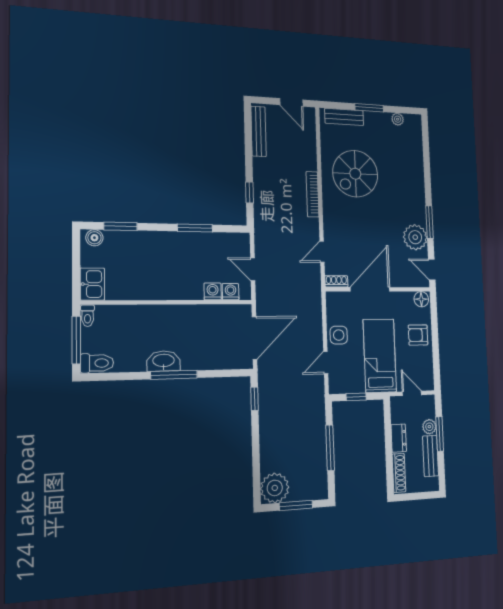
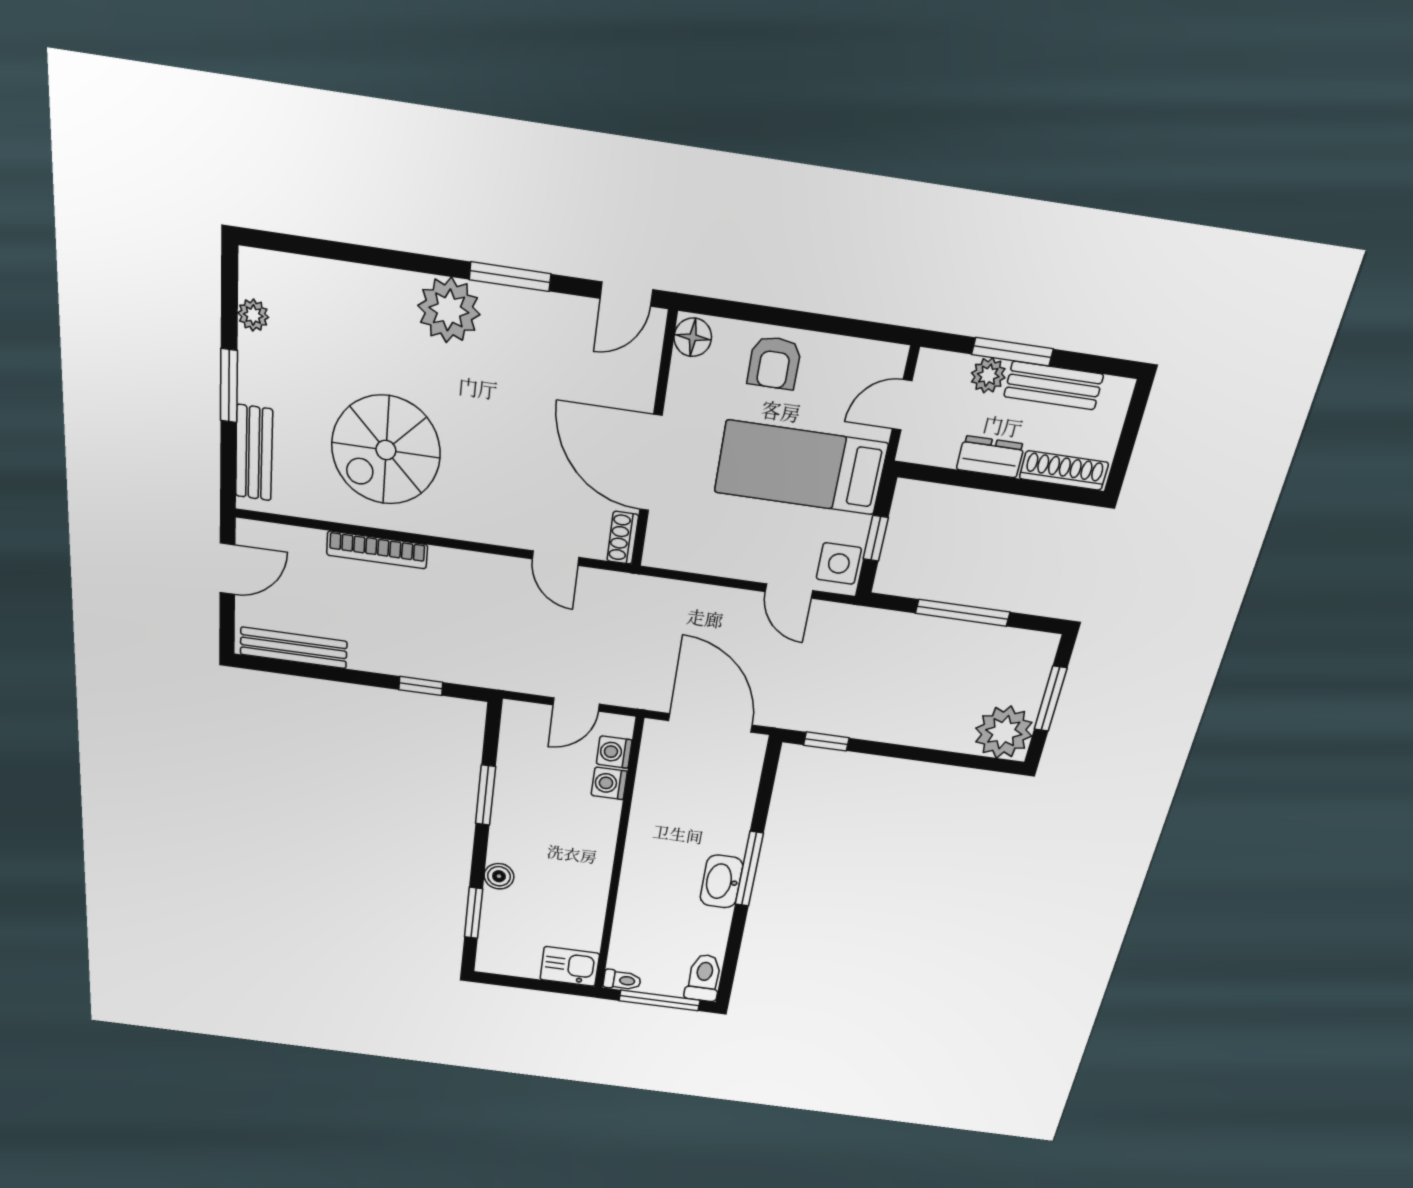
spiral stairs: (355, 174) -> (386, 450), turned 90
bookcase: (312, 194) -> (377, 550), moved
plant: (415, 237) -> (449, 310), moved
boiler: (94, 238) -> (499, 876), moved
side table: (339, 335) -> (839, 563), moved

